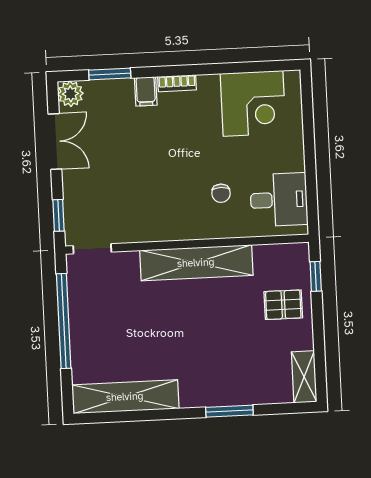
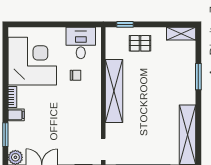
corner desk: (253, 103) -> (32, 61), width x1.36, depth x1.36
pallet: (283, 305) -> (140, 43), turned 90

